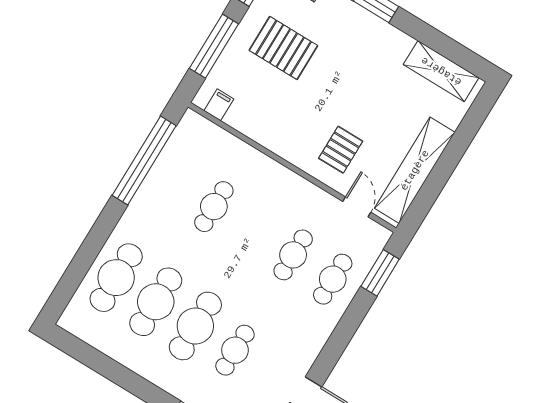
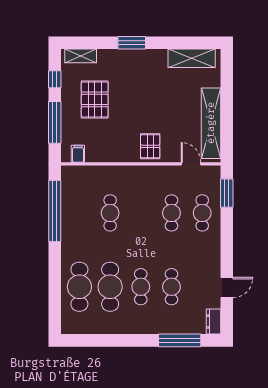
pallet: (283, 48) -> (95, 99), turned 90
pallet: (341, 150) -> (150, 146), moved
cafe table: (195, 326) -> (141, 287), width x0.73, depth x0.74

